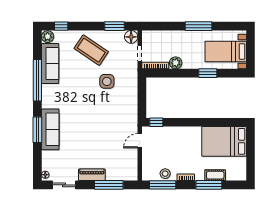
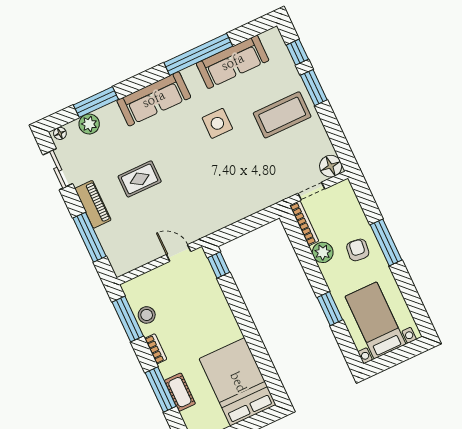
window: (115, 26) -> (314, 88), moved
window: (199, 26) -> (386, 242), moved
plant: (48, 37) -> (89, 124), moved
armchair: (183, 43) -> (358, 250), added
coffee table: (91, 50) -> (282, 115), turned 56
side table: (107, 81) -> (217, 123), moved
sofa: (50, 129) -> (154, 99), moved
window: (37, 130) -> (96, 102), moved
rug: (90, 143) -> (140, 179), added

